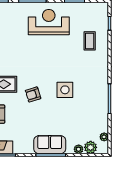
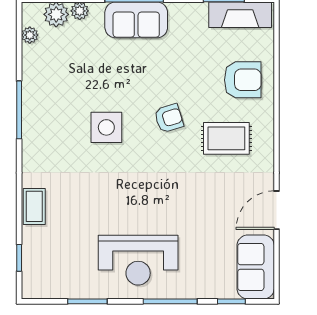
coffee table: (90, 41) -> (34, 206), moved

